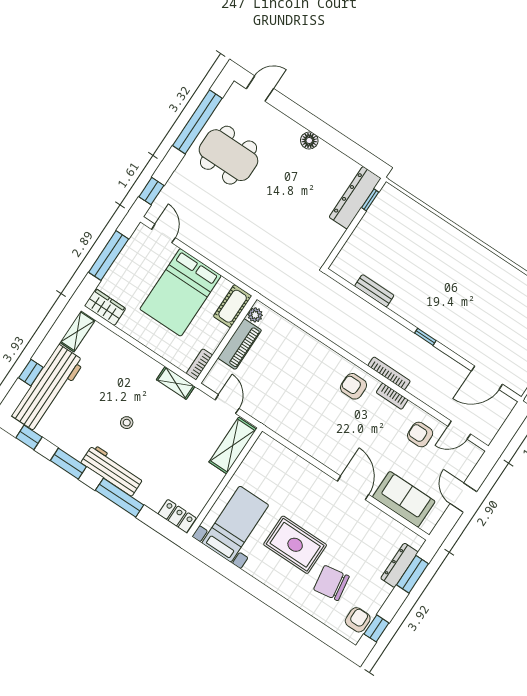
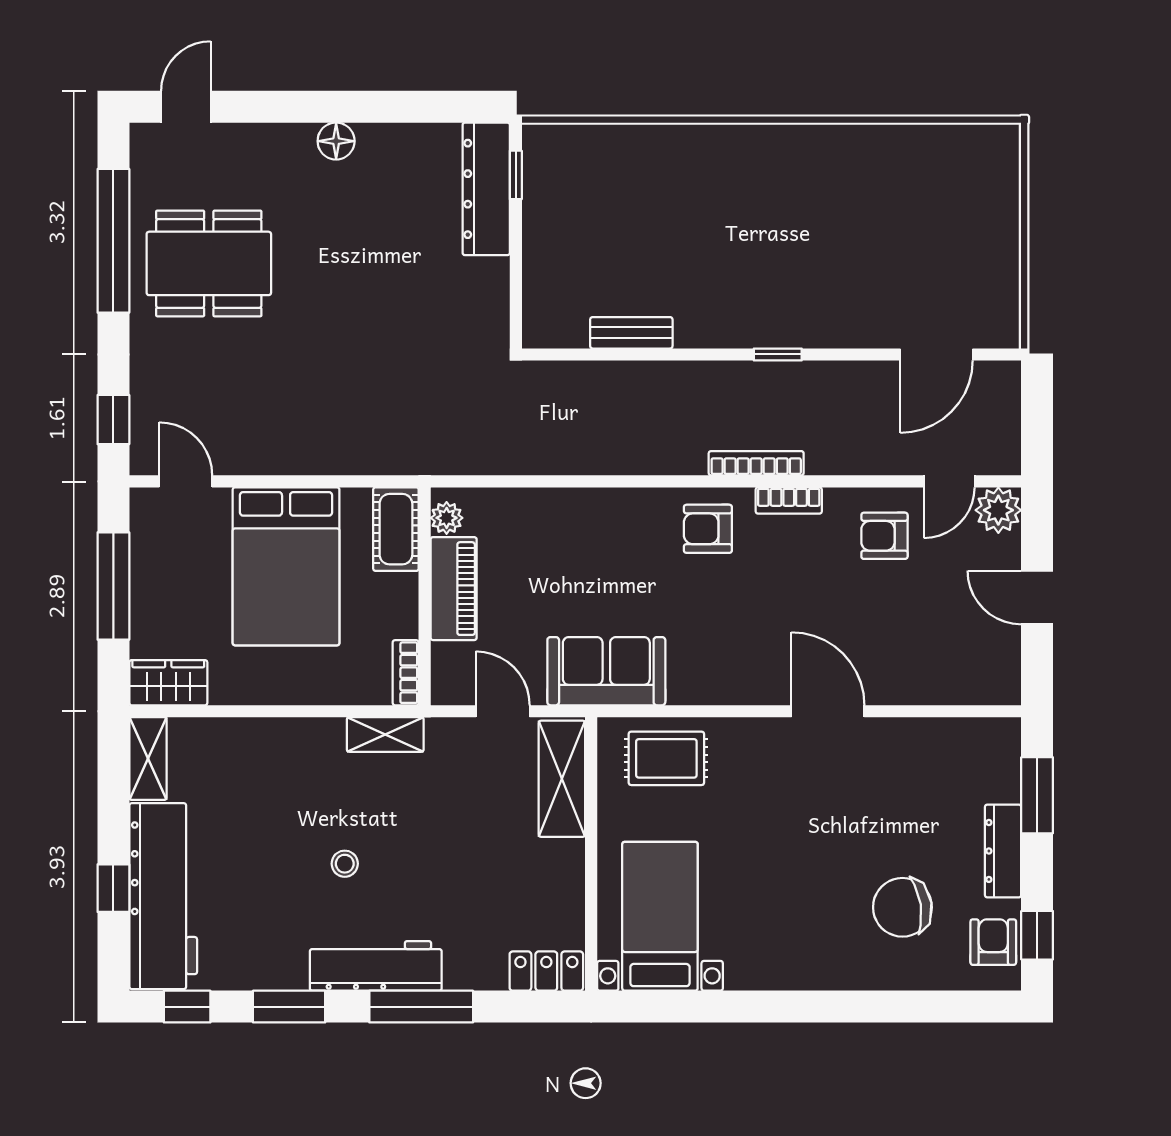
plant: (471, 454) -> (998, 510), added
sofa: (404, 499) -> (606, 671), moved
rug: (295, 545) -> (666, 758), moved, width x0.73, depth x0.70
dresser: (399, 565) -> (1003, 851), moved

